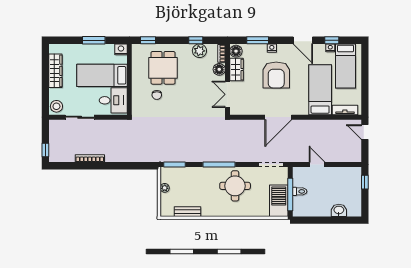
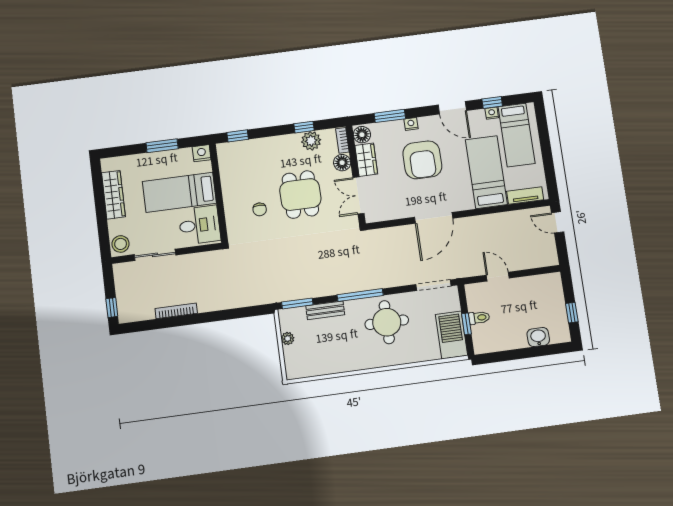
dining table: (163, 68) -> (300, 195), moved
window: (365, 182) -> (572, 313), moved
window: (290, 194) -> (466, 324), width x0.46
bench: (187, 212) -> (325, 310), moved

